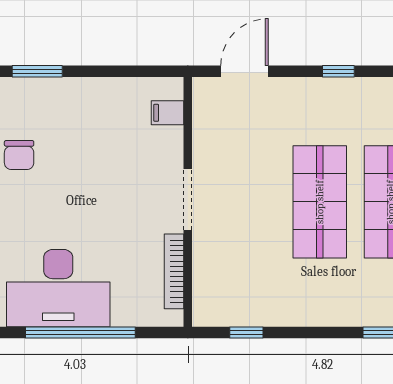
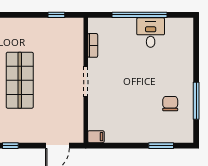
filing cabinet: (167, 113) -> (96, 137), moved
bookcase: (174, 271) -> (93, 45), width x0.64
desk: (58, 288) -> (151, 33), width x0.53, depth x0.77

